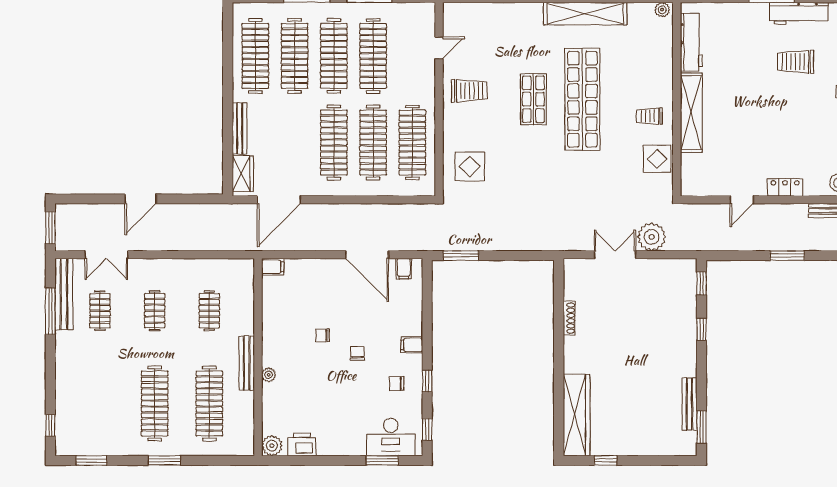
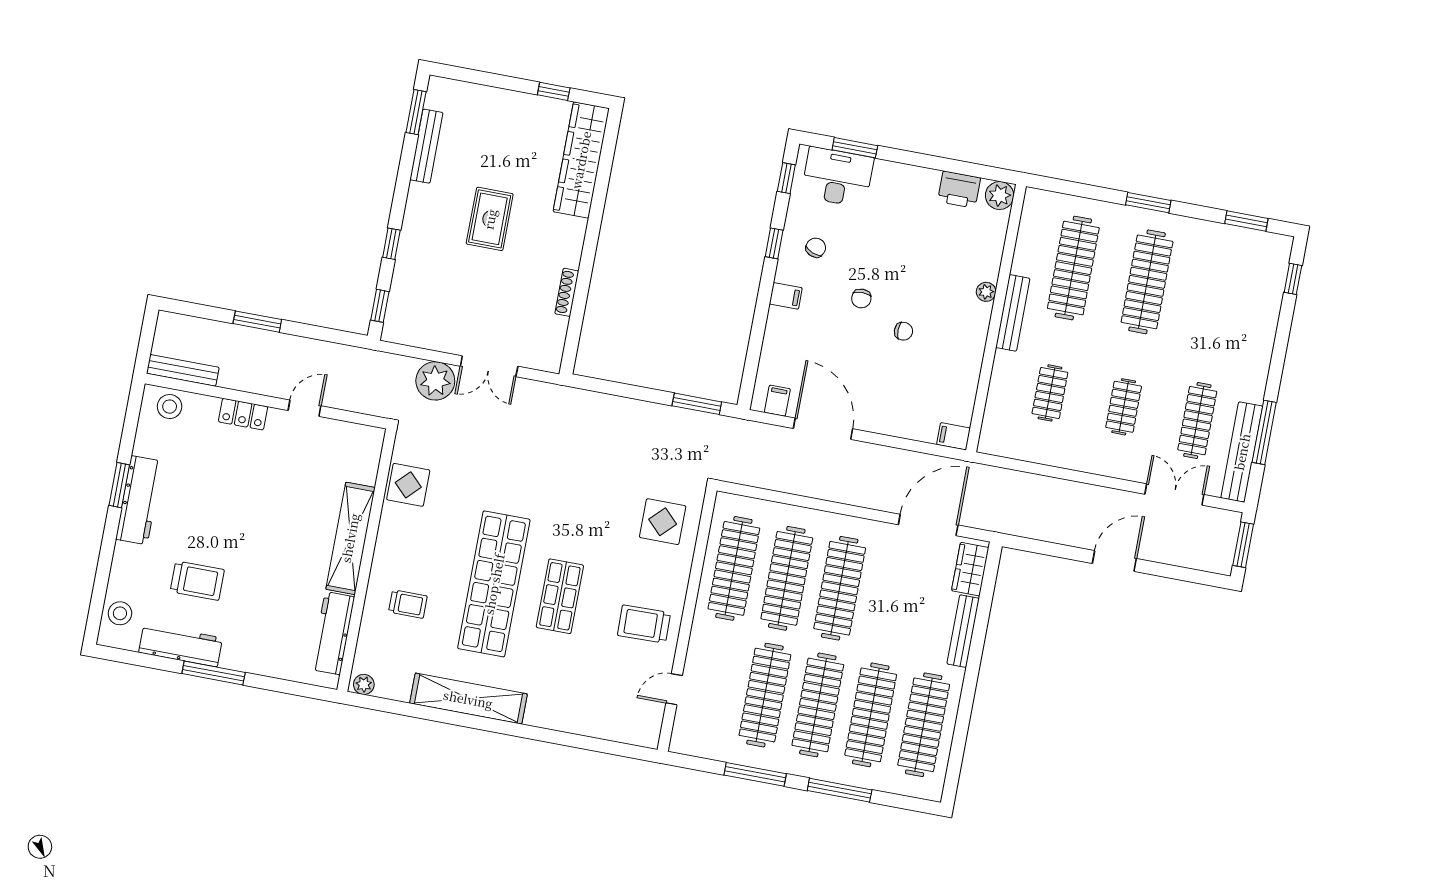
trolley: (649, 116) -> (408, 604), moved
clothes rail: (100, 311) -> (1197, 421), width x1.36
rug: (634, 360) -> (490, 219), added
chair: (397, 384) -> (816, 248), turned -68

